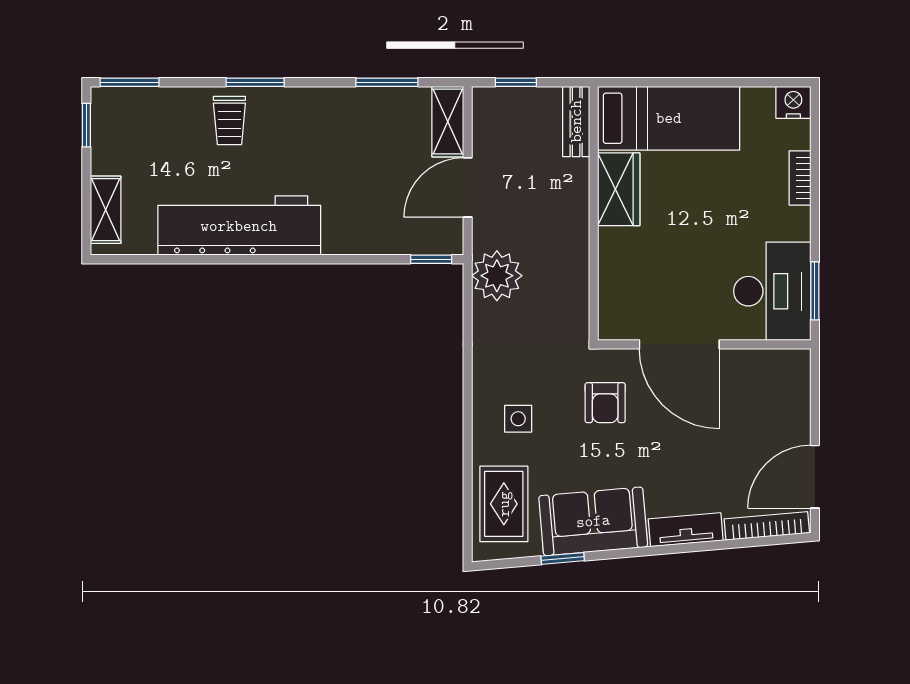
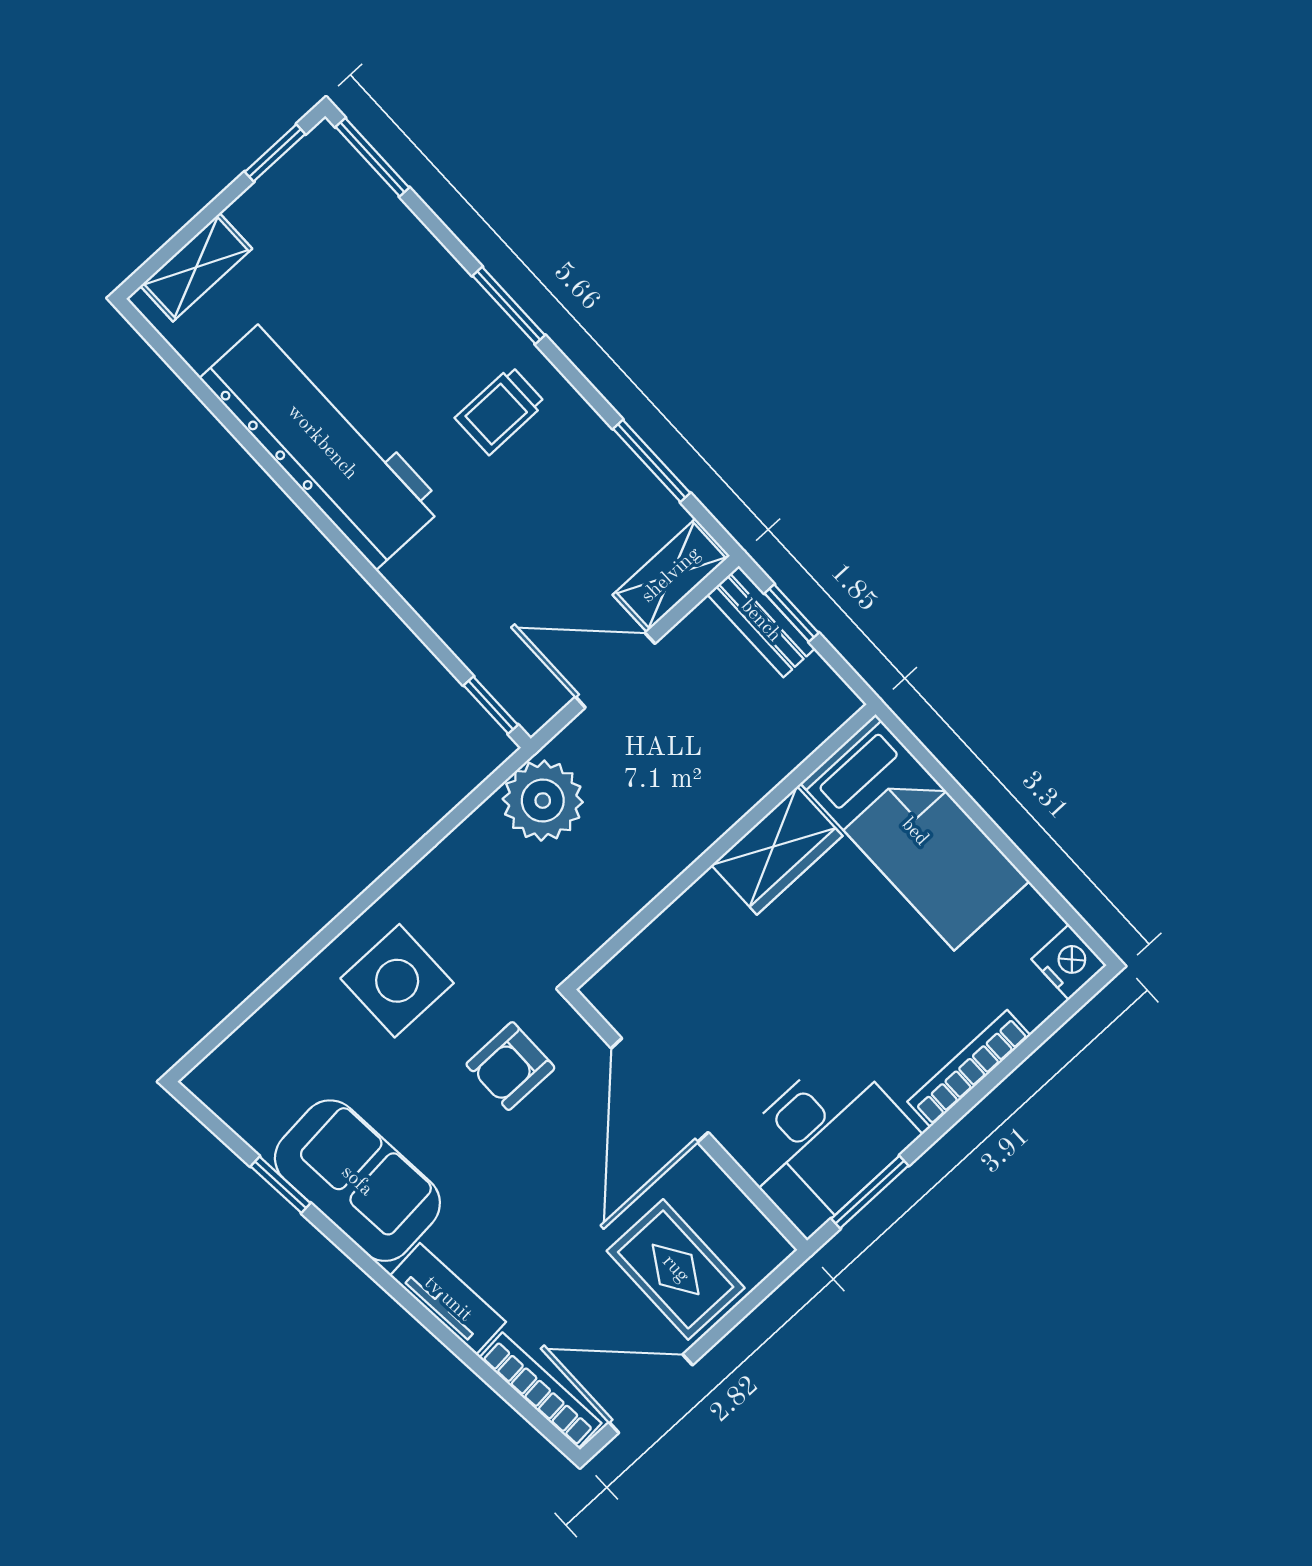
trolley: (229, 121) -> (500, 410), moved
bench: (576, 121) -> (761, 621), moved, turned 90
bookcase: (800, 178) -> (969, 1068), width x1.56
side table: (518, 419) -> (397, 981), width x1.87, depth x1.87
rug: (504, 504) -> (676, 1269), moved, turned 90

